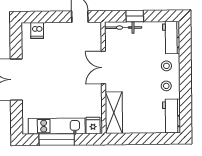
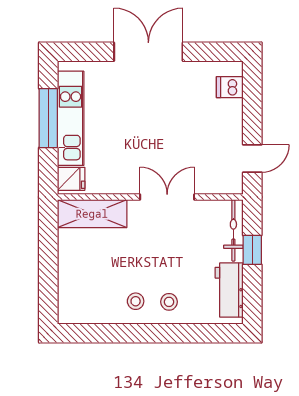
workbench: (171, 38) -> (229, 290), moved, turned -90
workbench: (171, 116) -> (86, 309), removed

